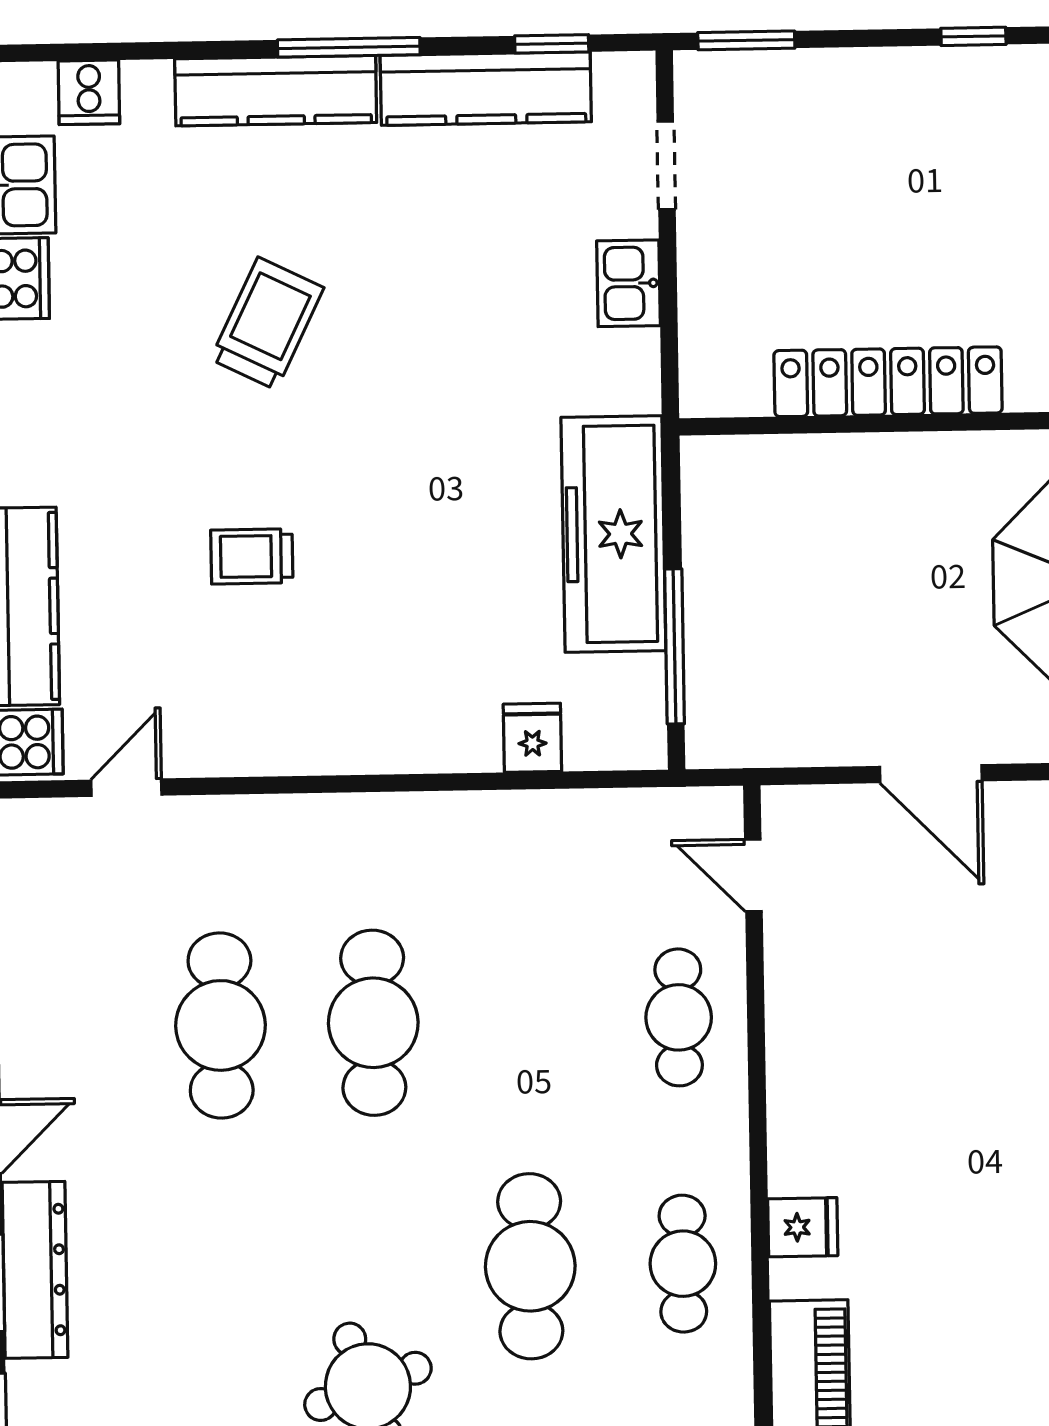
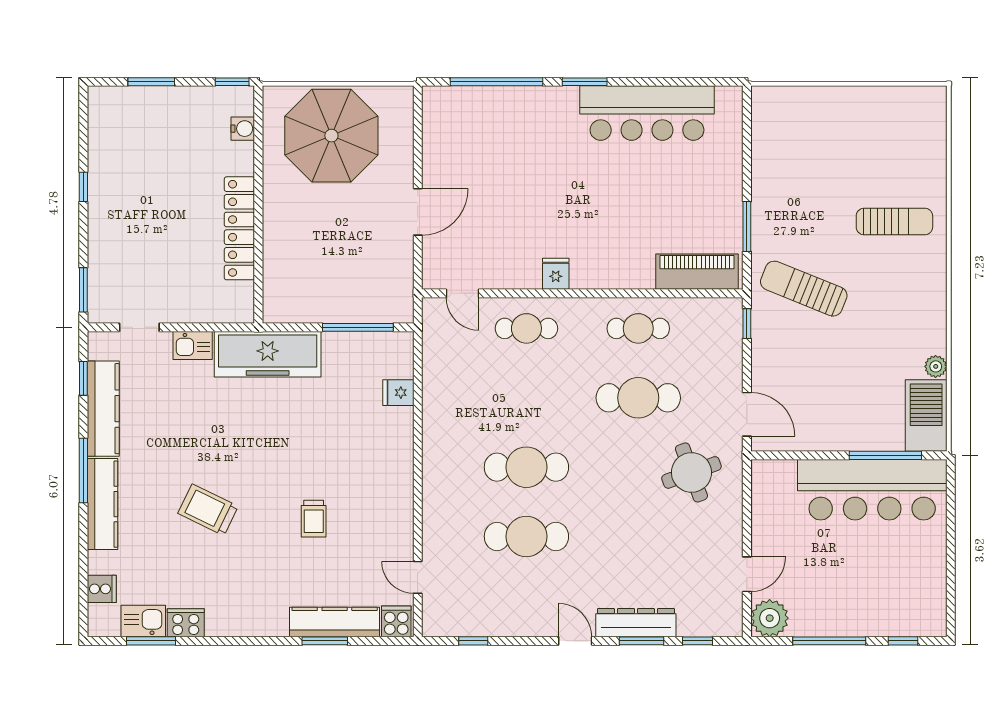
freezer: (613, 534) -> (268, 354), moved
door: (753, 875) -> (463, 293), hinge flipped
fridge: (803, 1227) -> (556, 274), moved

